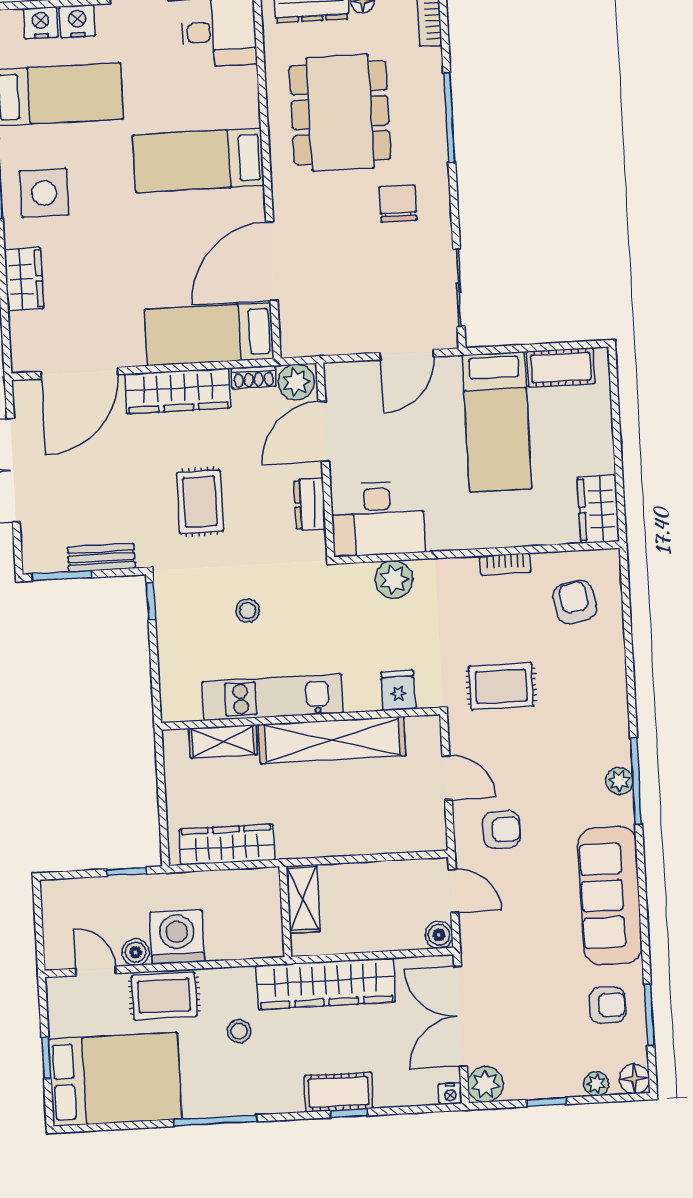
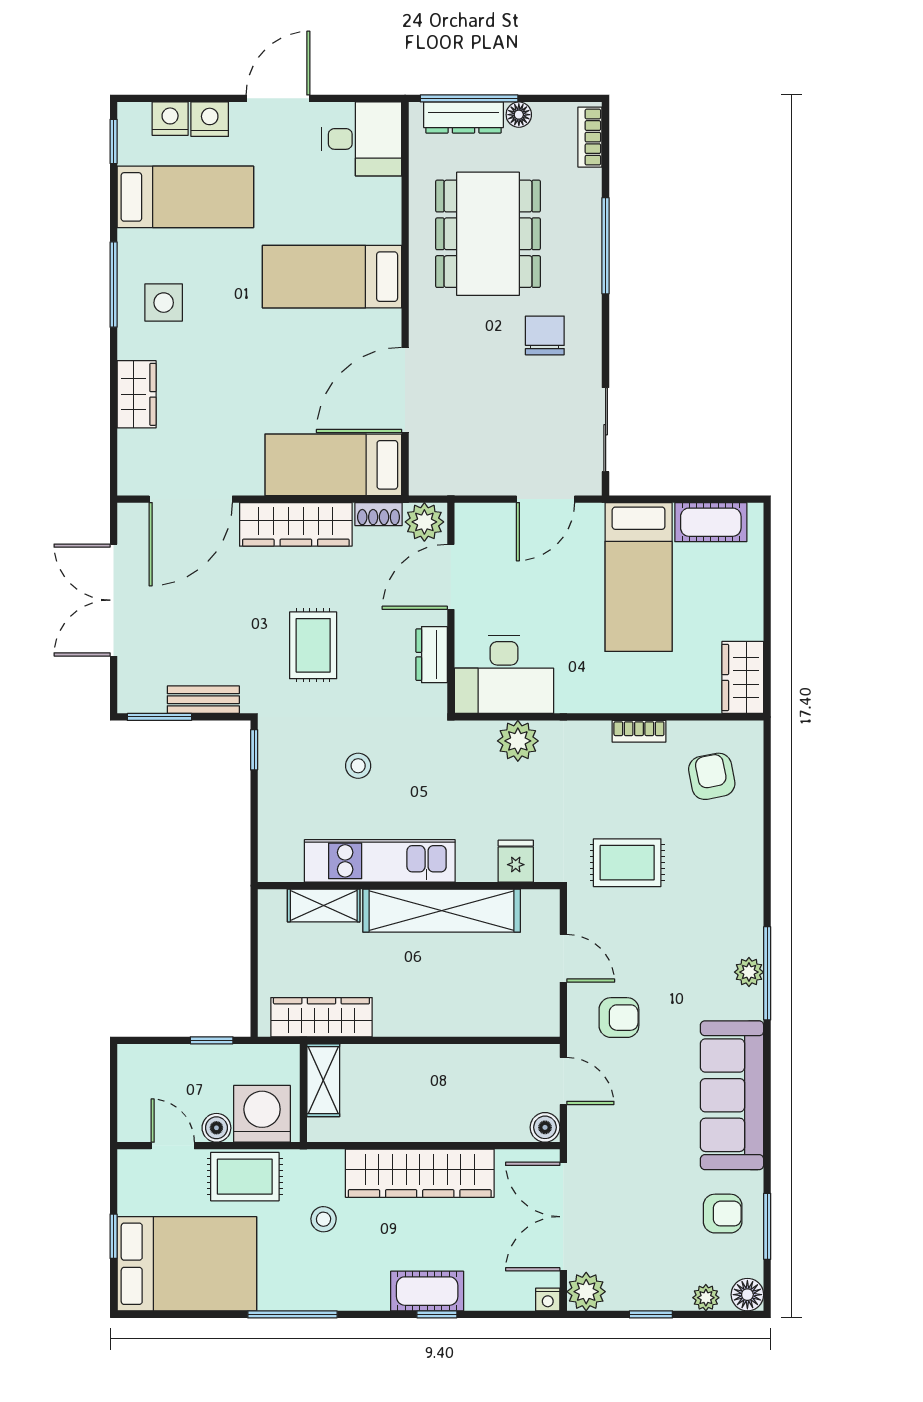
side table: (44, 193) -> (164, 303), width x0.73, depth x0.73
shelving: (303, 899) -> (323, 1080), moved
wall: (285, 912) -> (303, 1093), moved

